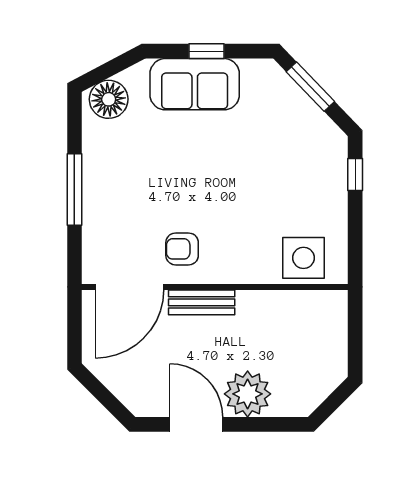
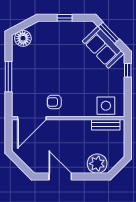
sofa: (195, 84) -> (103, 47), moved, turned 46
bench: (202, 302) -> (106, 125), moved
plant: (248, 394) -> (97, 164), moved

